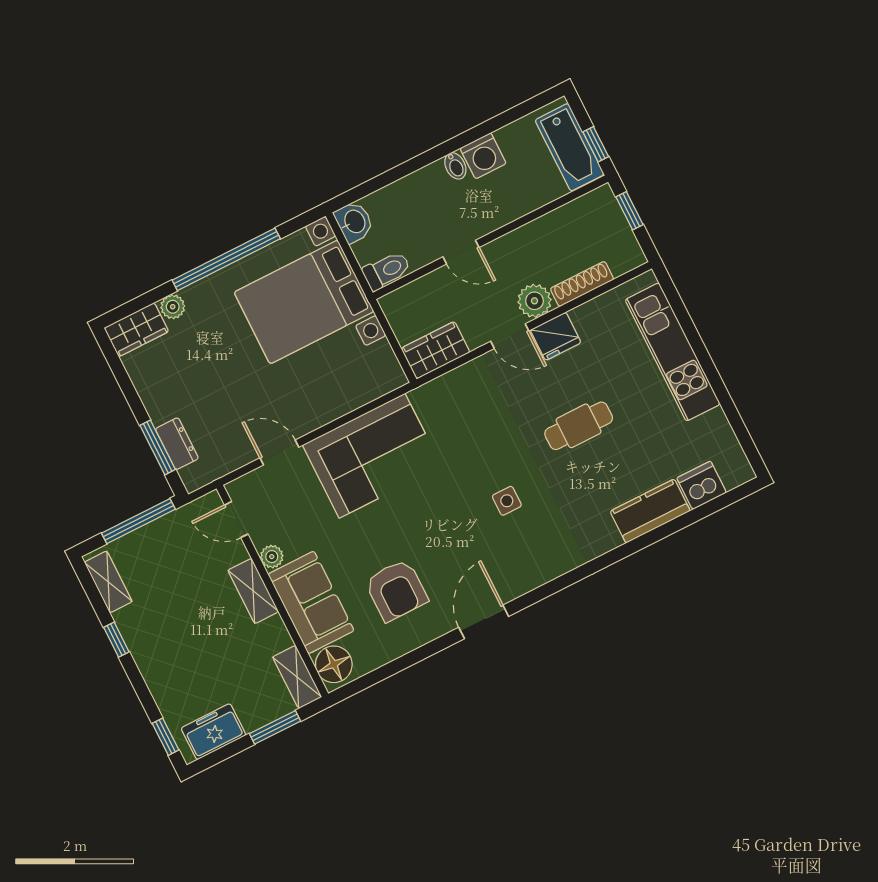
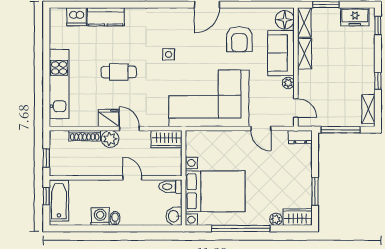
dresser: (177, 444) -> (300, 137), moved, turned -90
window: (158, 447) -> (315, 191), moved
corner sofa: (372, 456) -> (209, 98), width x1.36, depth x1.36
armchair: (396, 590) -> (239, 39), turned 180
shelving: (253, 591) -> (305, 54), moved

